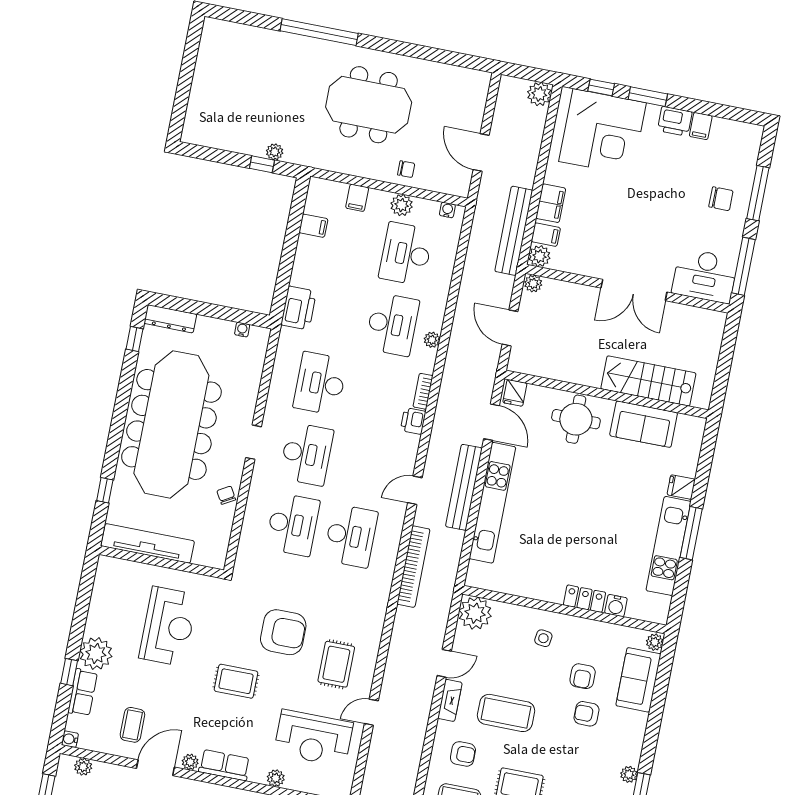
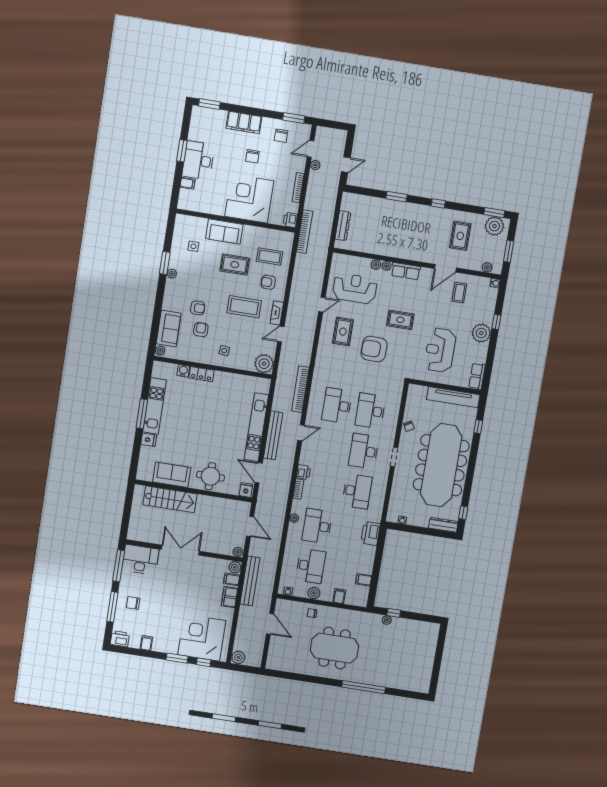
printer: (675, 121) -> (120, 639), moved
row of seats: (83, 692) -> (477, 376), moved
plant: (190, 762) -> (387, 266), moved

